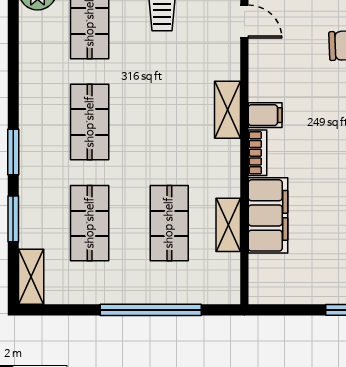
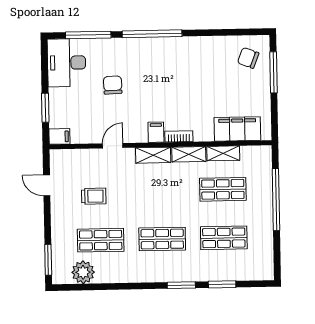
door: (244, 22) -> (113, 146), moved
filing cabinet: (268, 215) -> (237, 129), moved
shelving: (31, 277) -> (189, 154), moved

